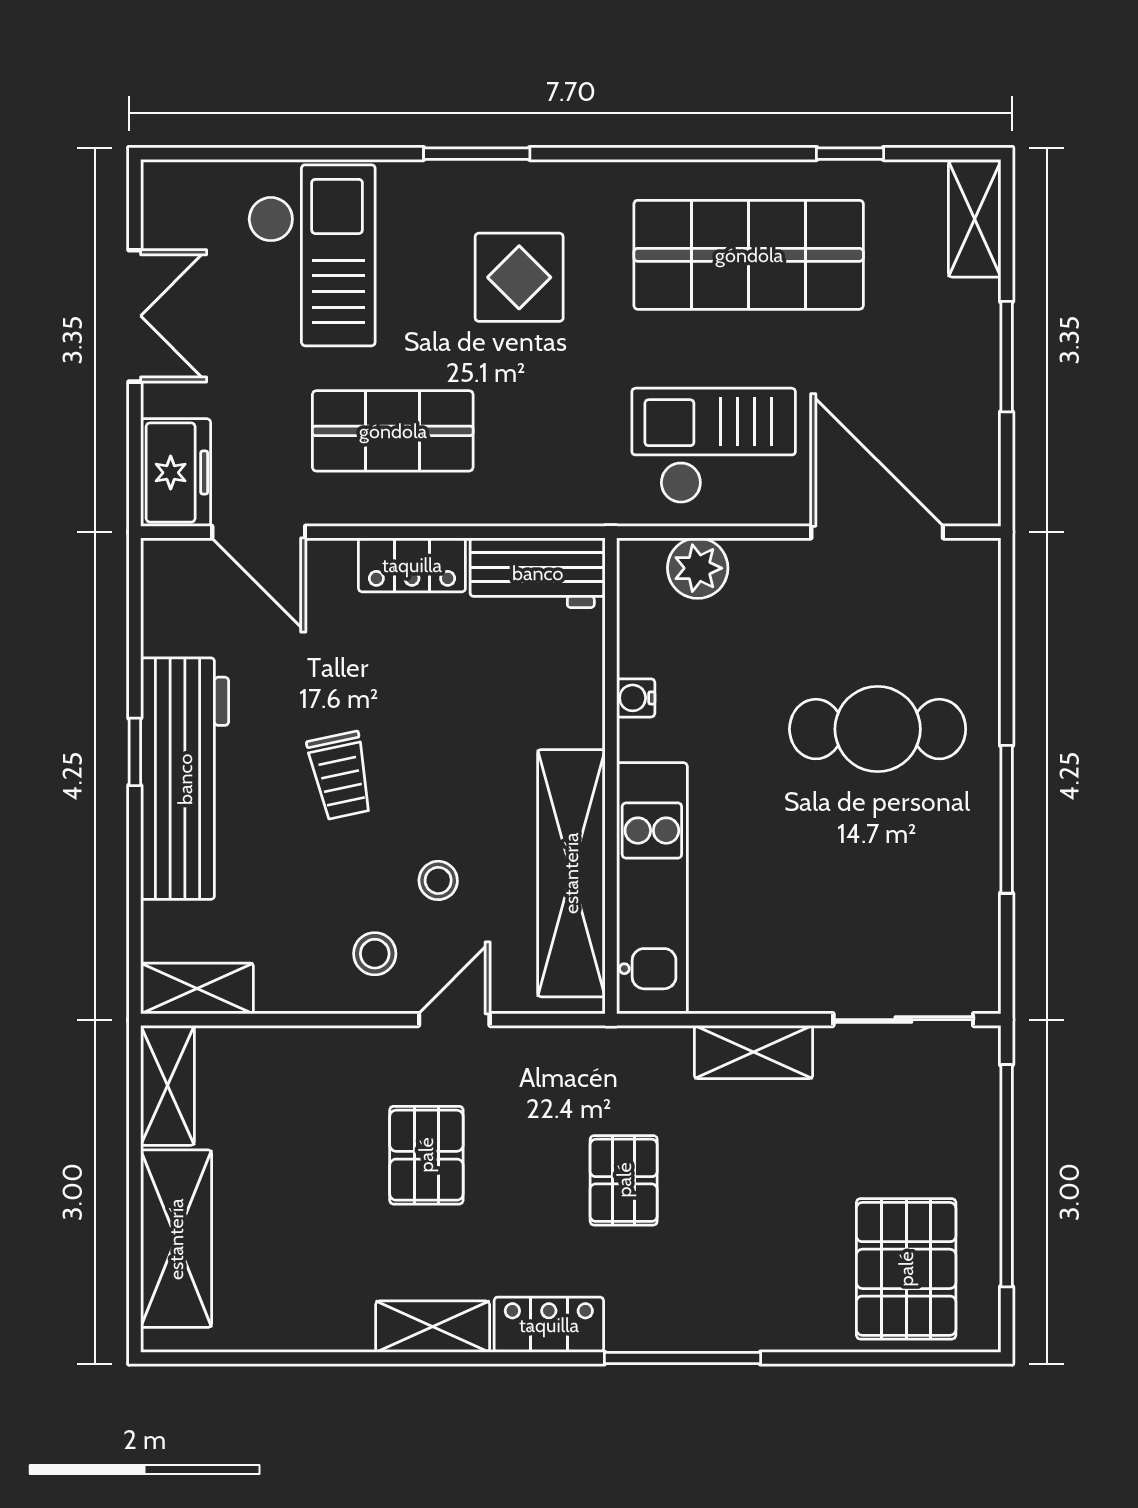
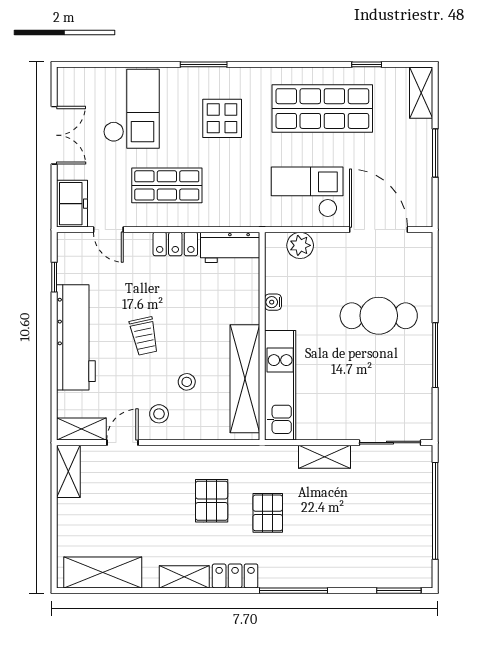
door: (259, 532) -> (108, 230), width x0.73
window: (135, 752) -> (54, 277), moved
door: (454, 1020) -> (123, 443), moved
pallet: (426, 1155) -> (212, 501), moved
shelving: (176, 1239) -> (103, 572), moved, turned 90
pallet: (906, 1269) -> (391, 552), removed
window: (924, 1358) -> (399, 591), added

